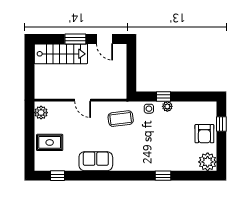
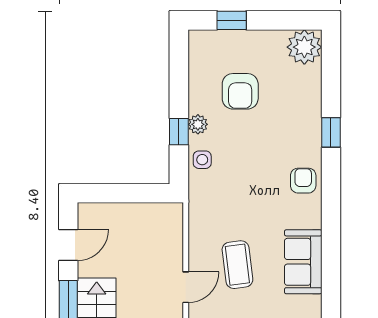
coffee table: (121, 119) -> (237, 265), moved
armchair: (204, 134) -> (240, 91), moved, turned 90
armchair: (138, 161) -> (303, 181), added

